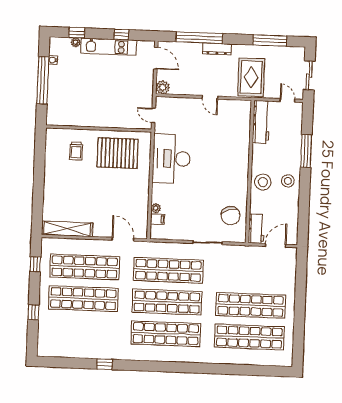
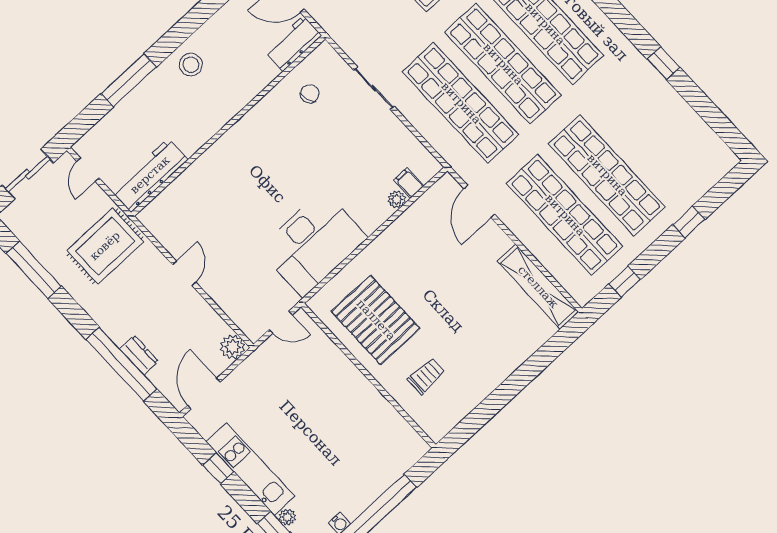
dresser: (217, 49) -> (139, 355), moved, width x0.70
door: (153, 115) -> (281, 322), hinge flipped
stool: (263, 182) -> (225, 96), removed
chair: (230, 216) -> (310, 94), width x0.54, depth x0.54

